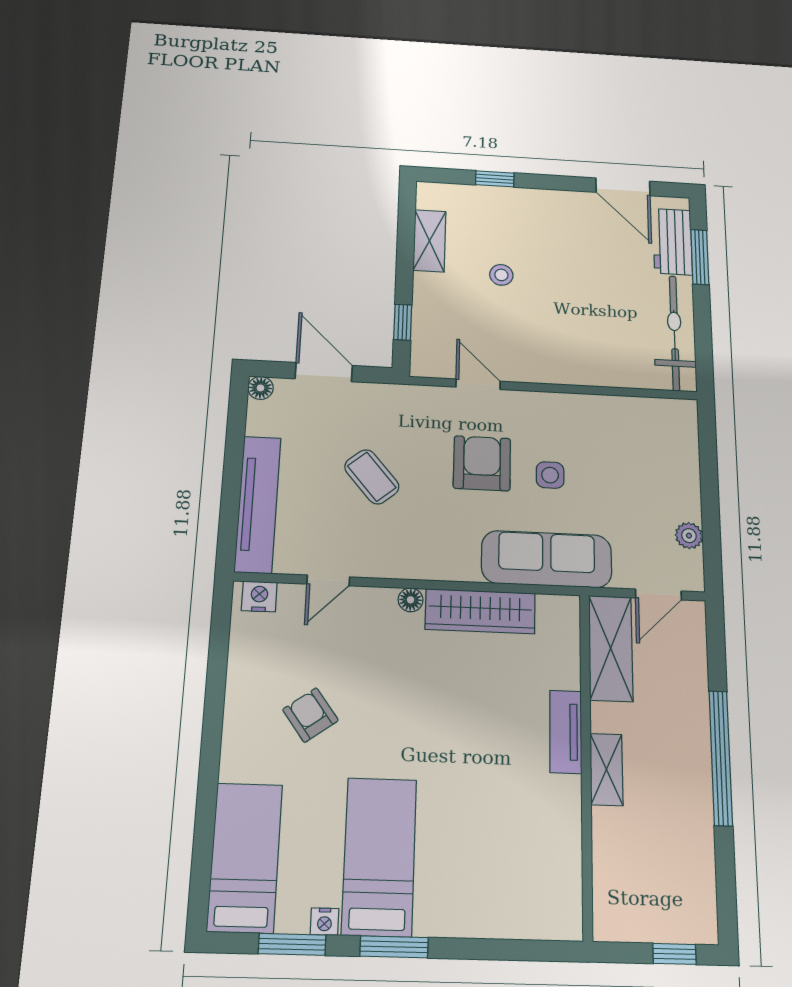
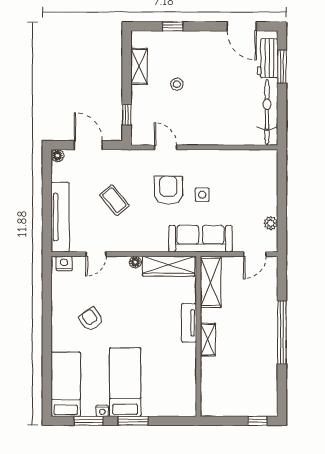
shelving: (611, 648) -> (211, 282), moved
tv unit: (566, 732) -> (189, 323), moved
wall: (586, 762) -> (198, 336), moved
shelving: (606, 769) -> (208, 340), moved

